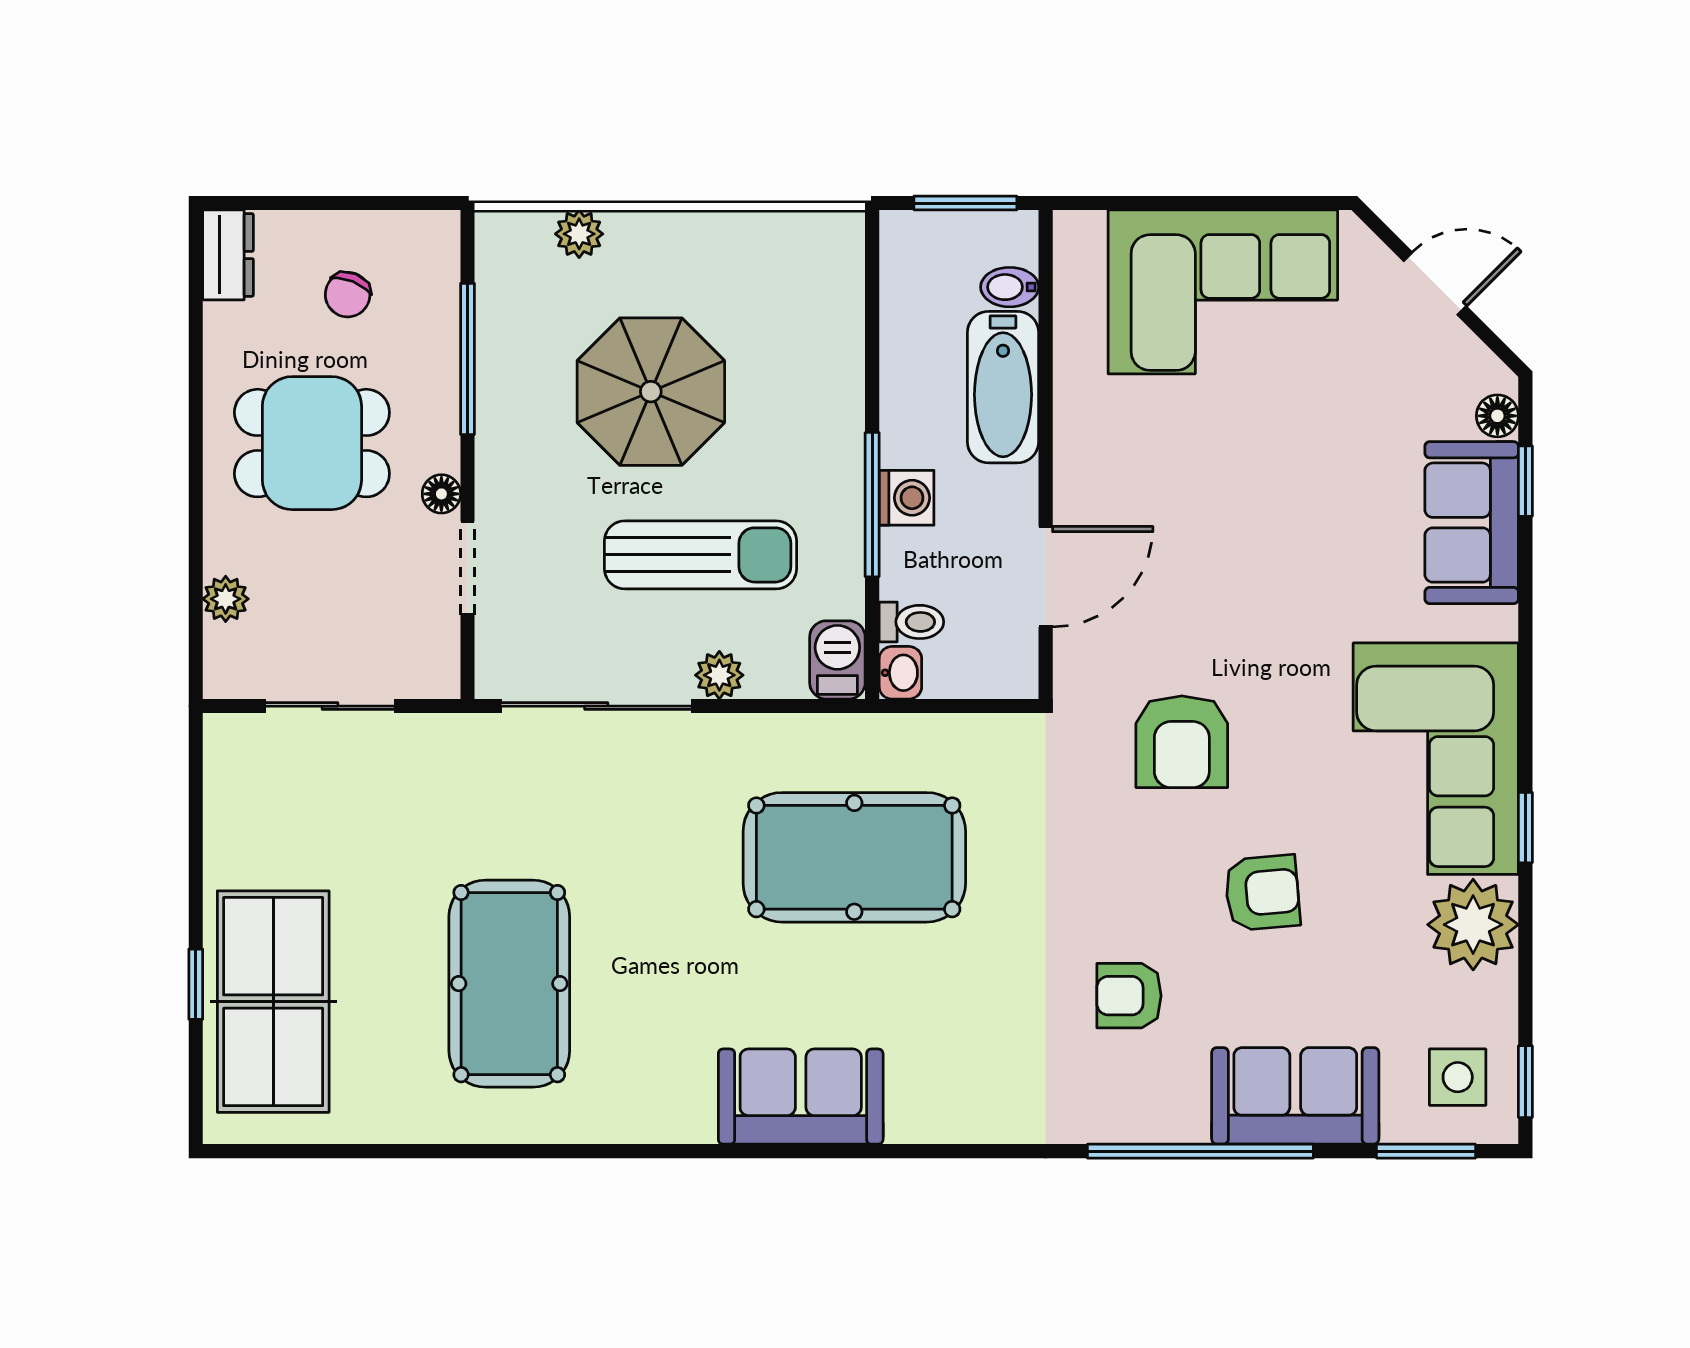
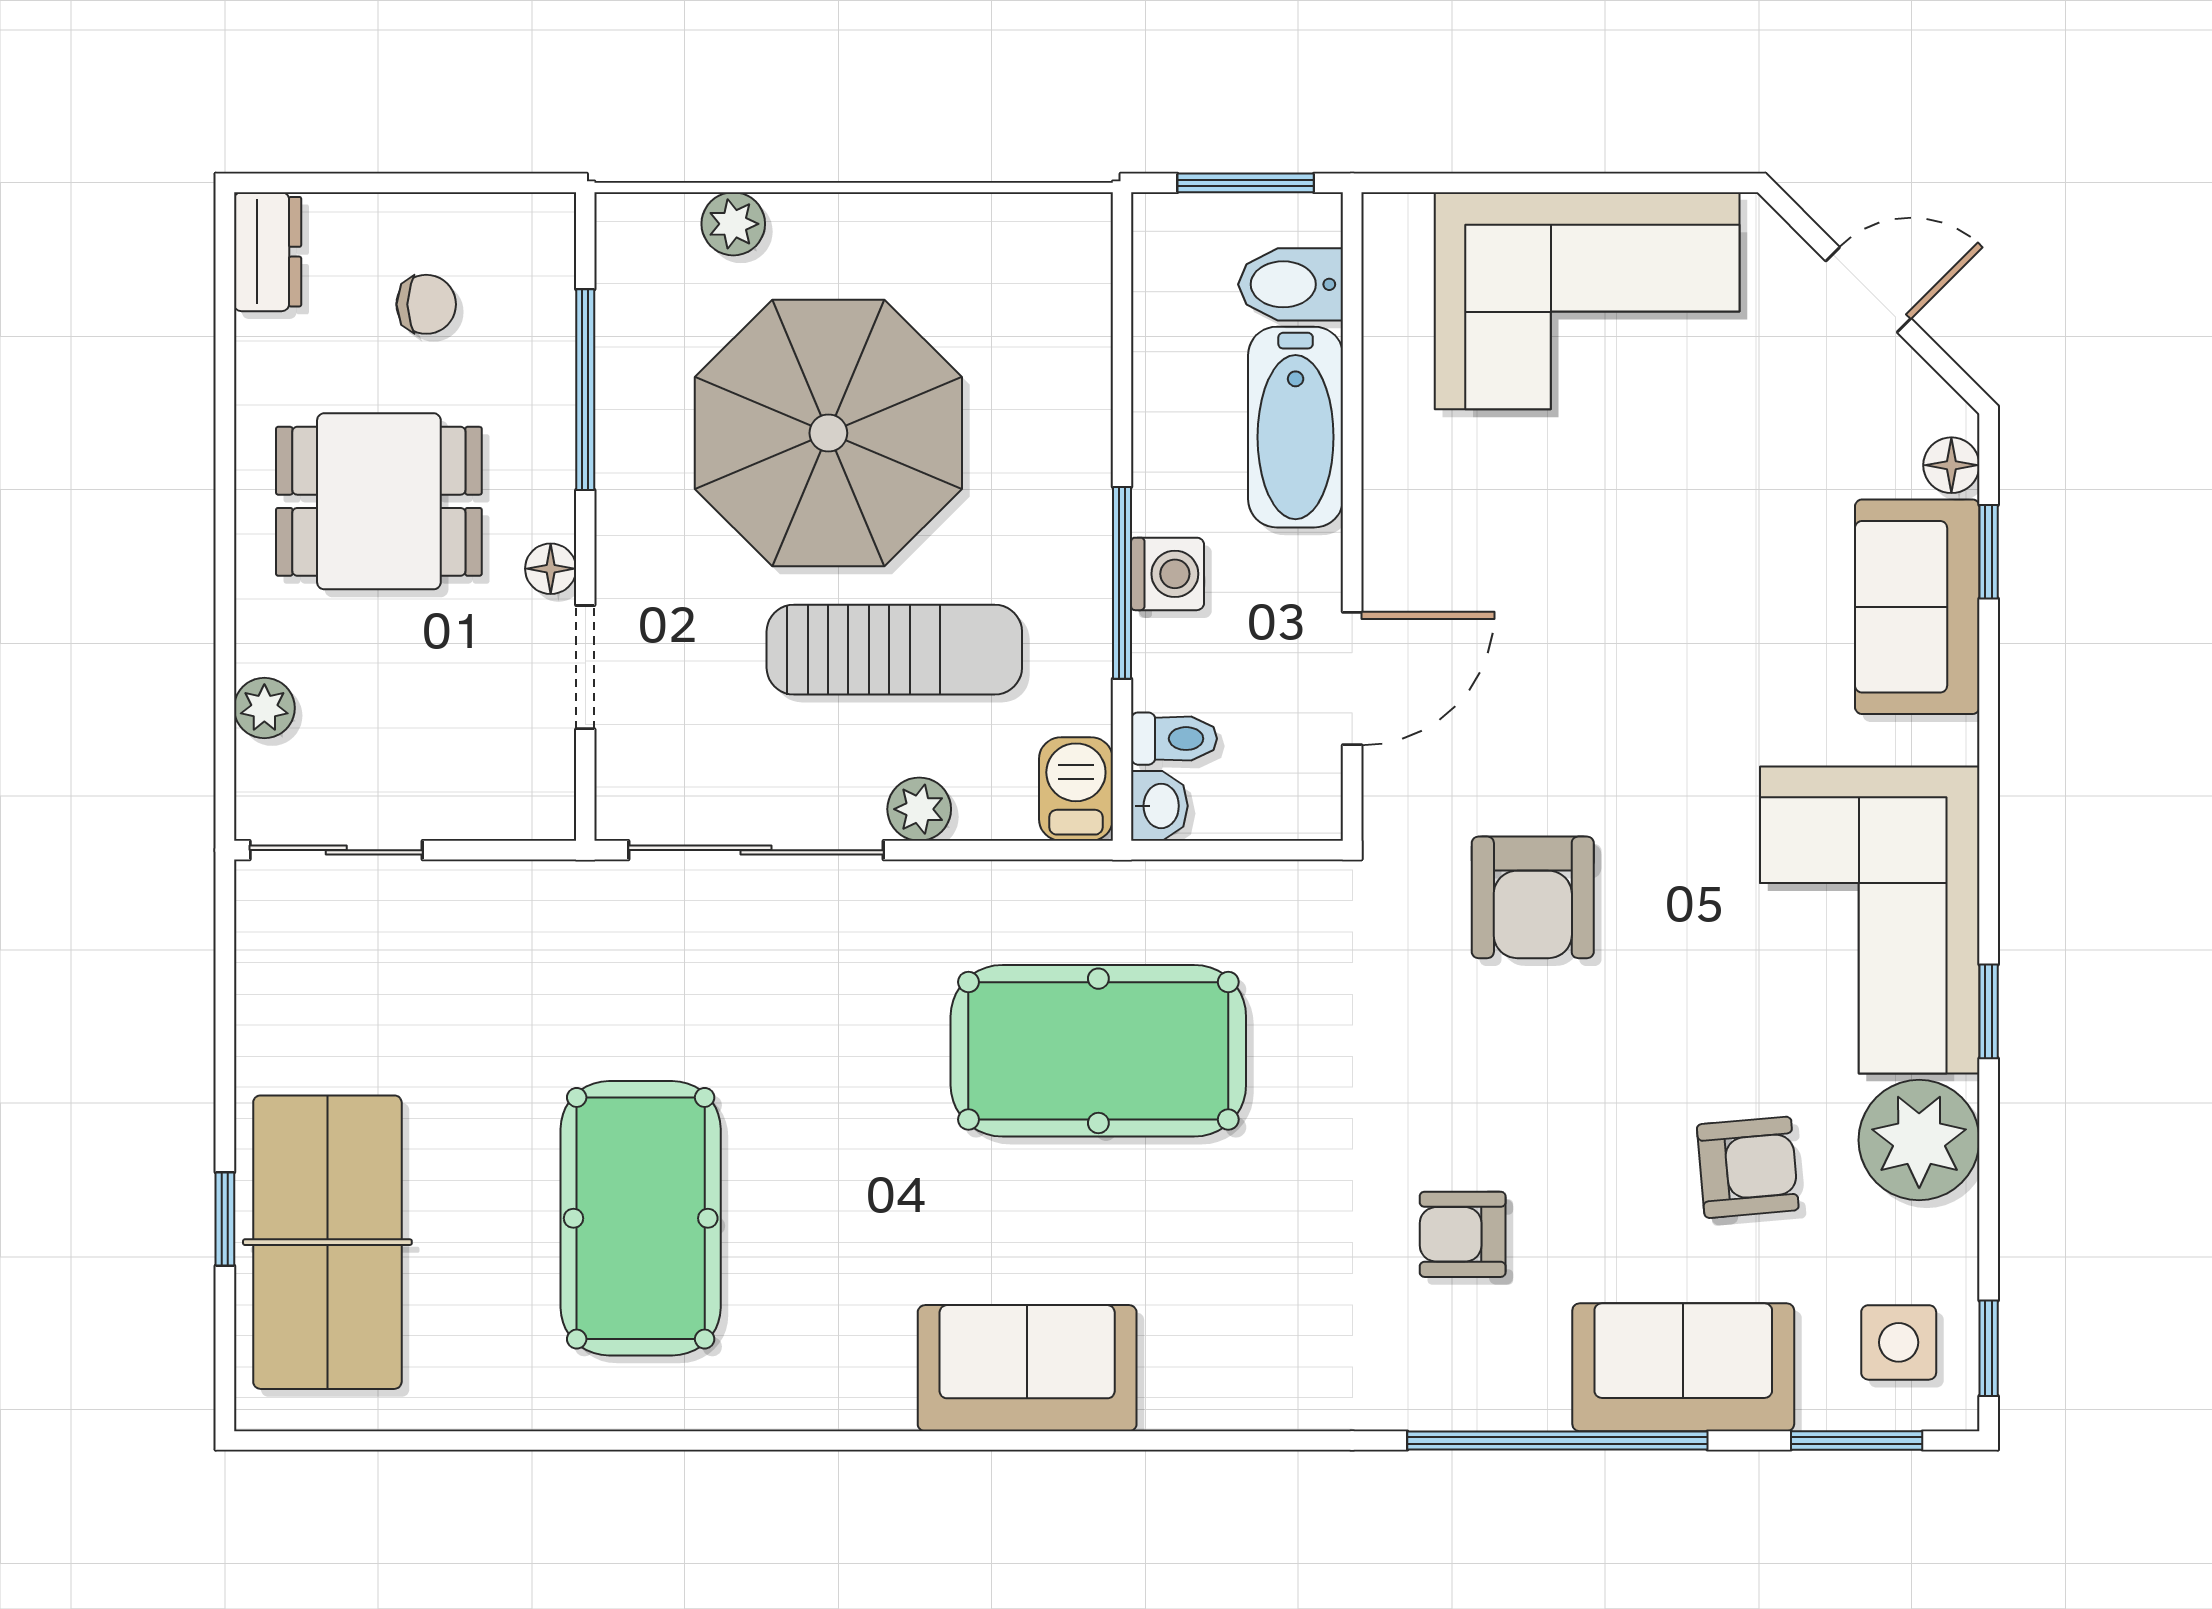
bidet: (1010, 287) -> (1291, 284), width x1.38, depth x1.36
chair: (348, 295) -> (426, 304), turned -112
parasol: (651, 392) -> (828, 433), width x1.36, depth x1.36
sliding door: (330, 706) -> (336, 850), moved
armchair: (1262, 893) -> (1748, 1167), moved

